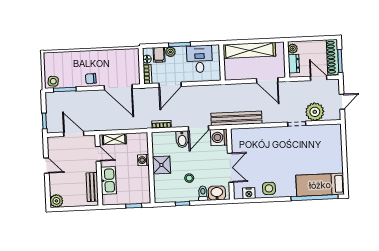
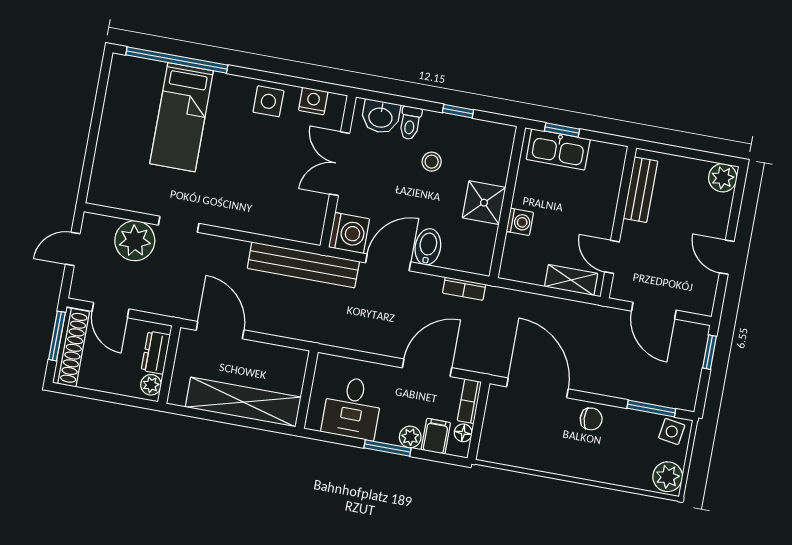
plant: (50, 60) -> (668, 477), added
kitchen sink: (108, 180) -> (558, 149), moved, turned -90
bed: (320, 185) -> (181, 117), moved, turned 90

